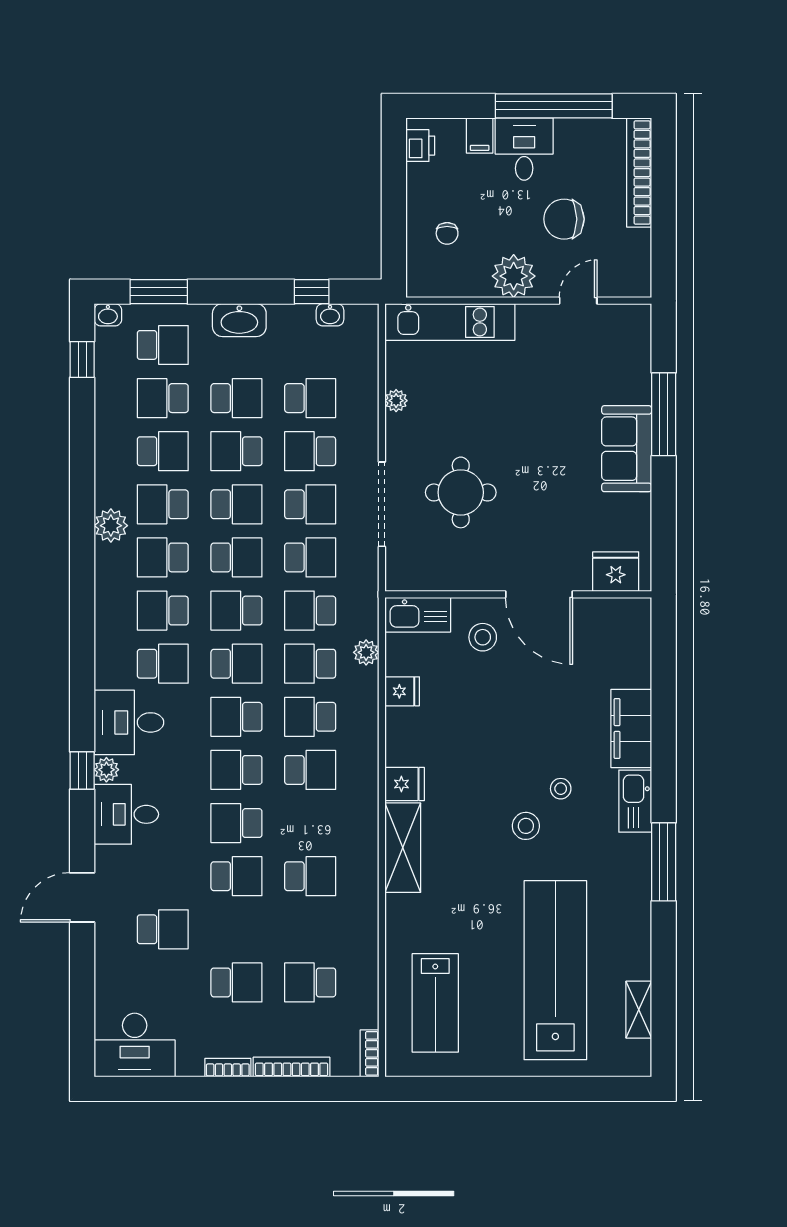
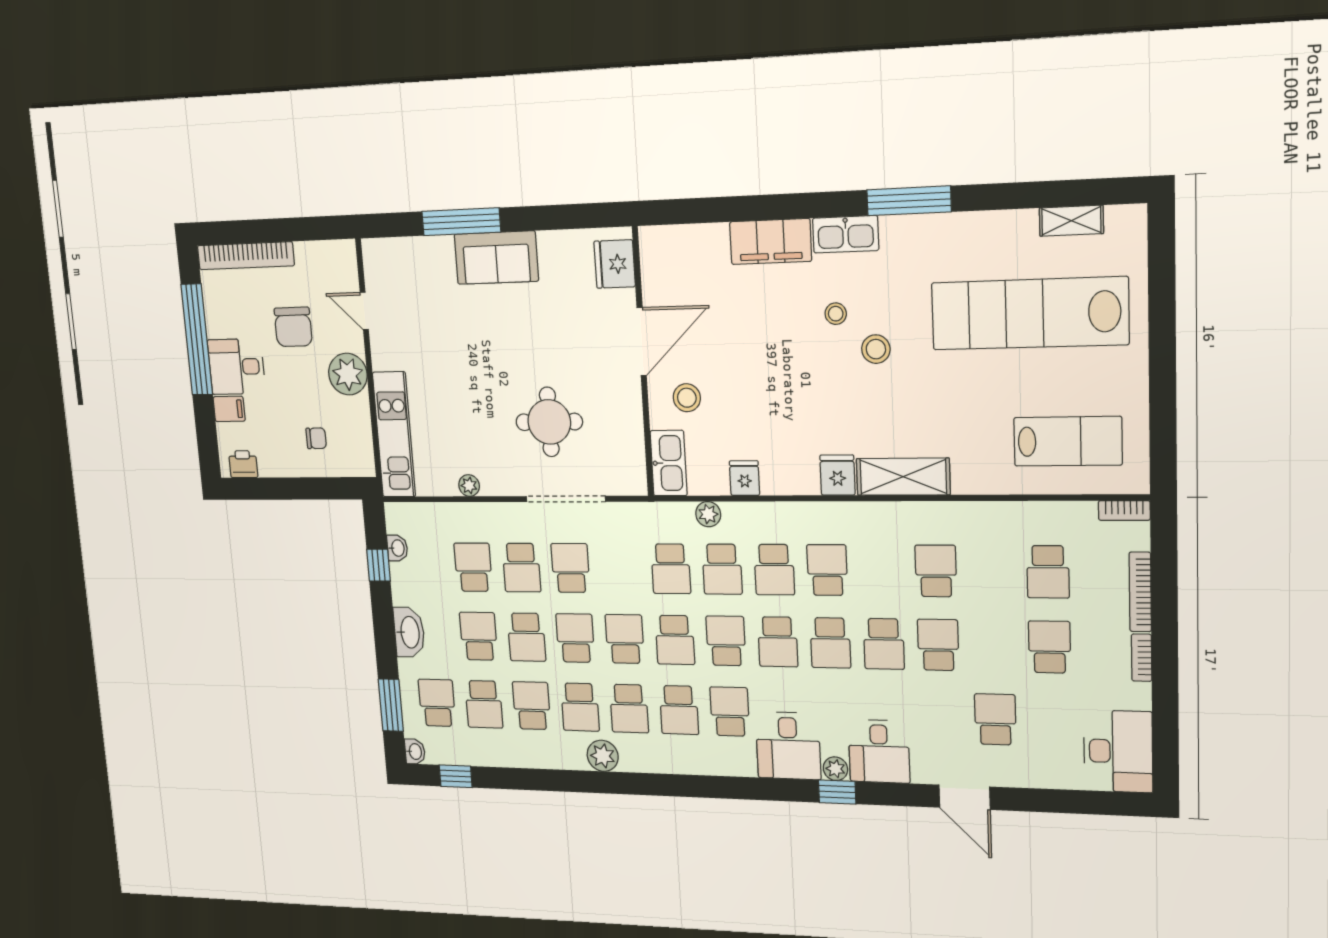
school desk: (310, 557) -> (620, 568), removed

